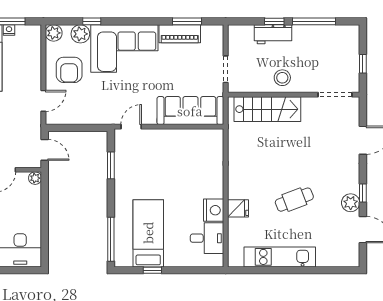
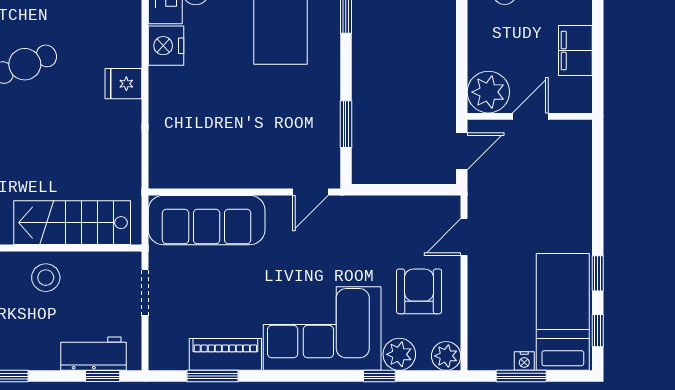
window: (274, 21) -> (103, 376), moved
workbench: (273, 34) -> (94, 354), moved
door: (45, 150) -> (462, 151), swing flipped
plant: (35, 178) -> (488, 92), width x1.88, depth x1.88
fridge: (238, 208) -> (123, 84), moved

